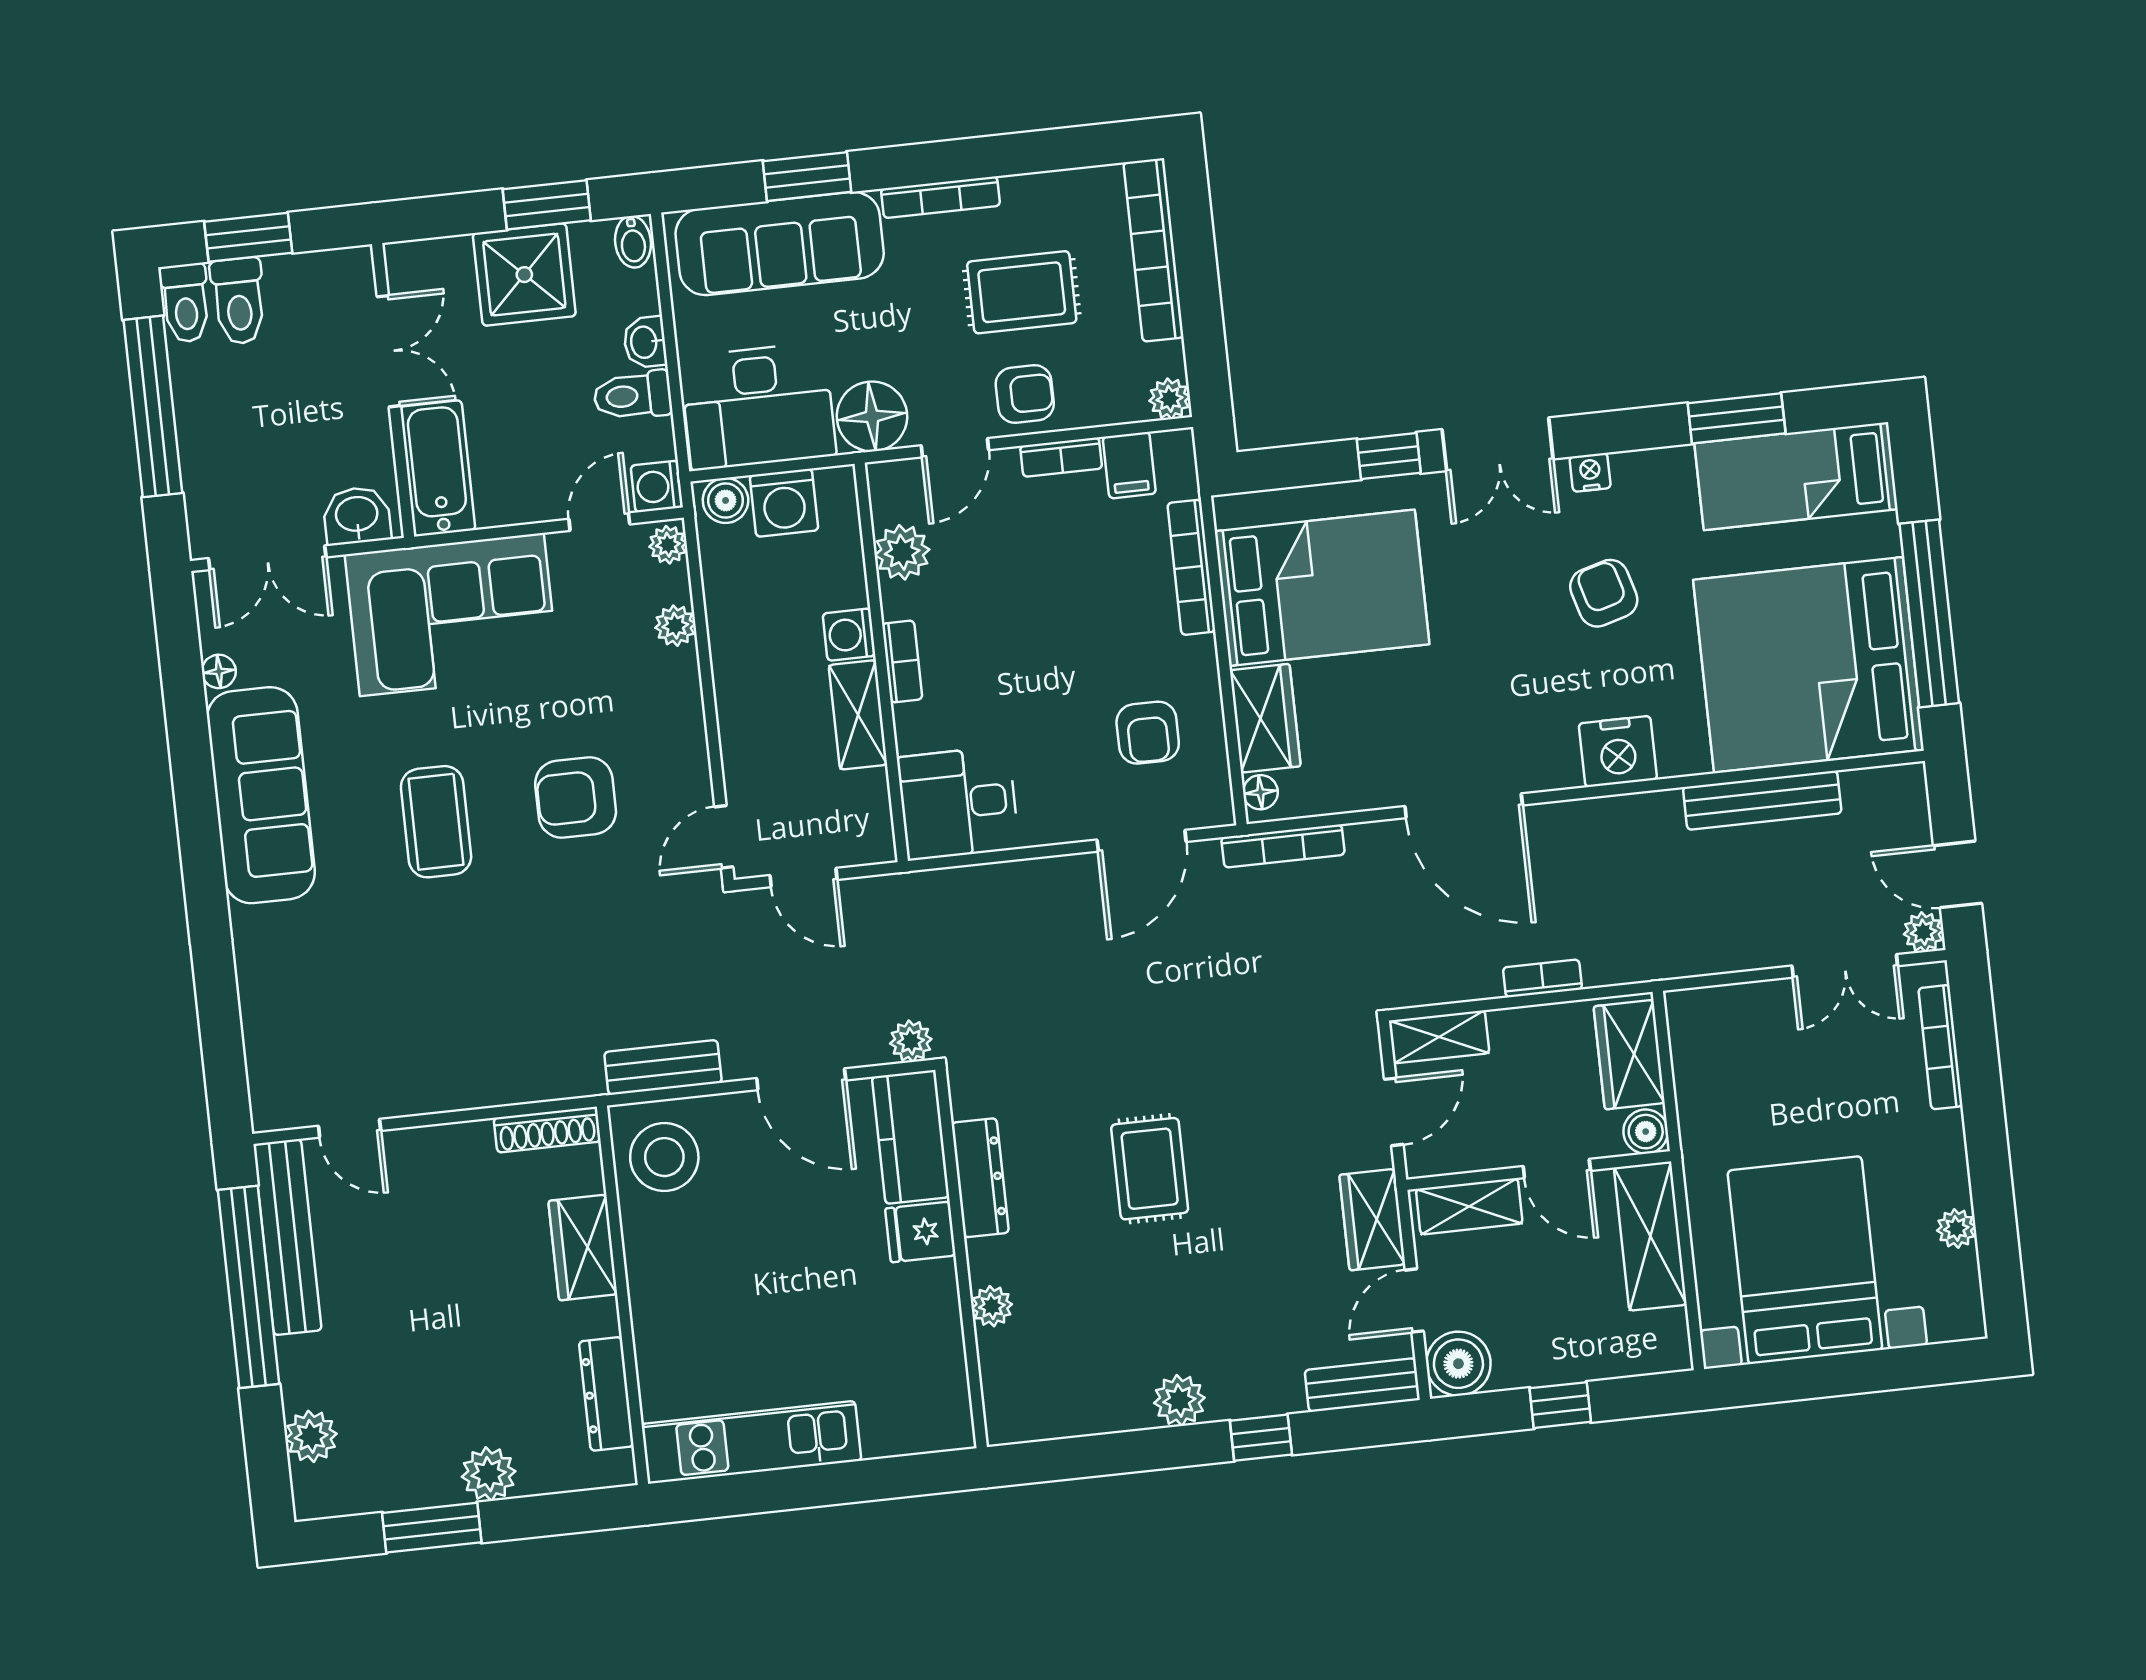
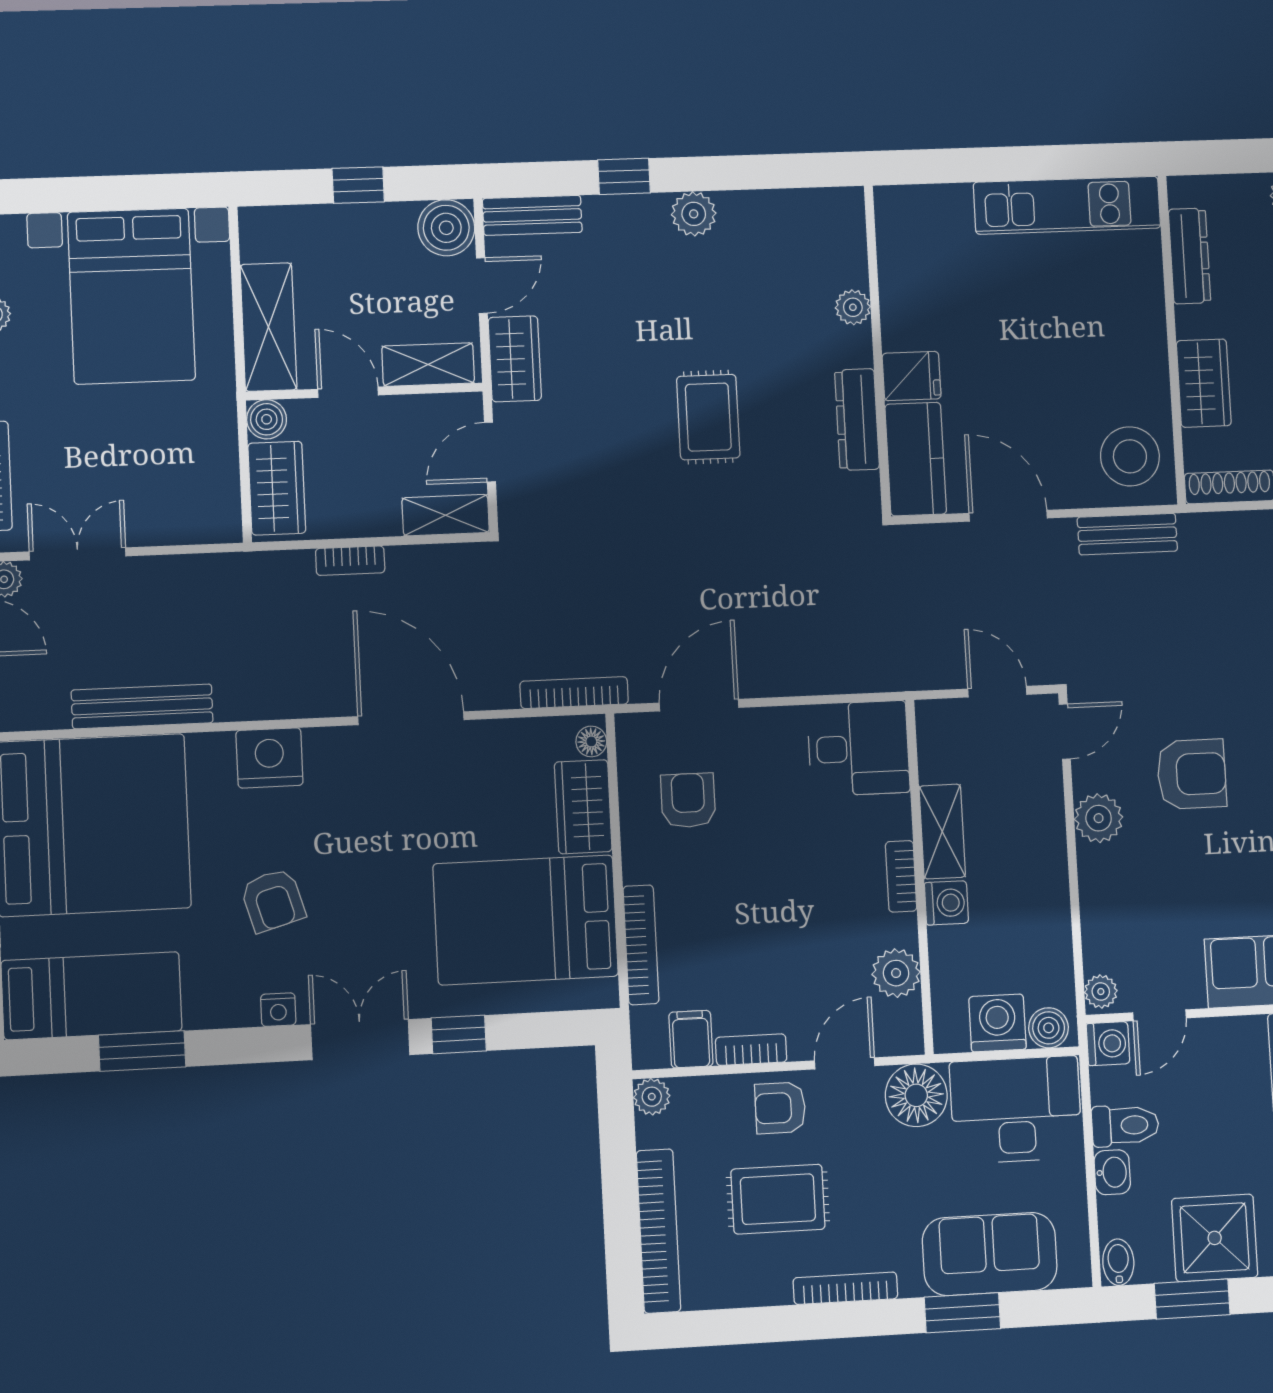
sofa: (780, 244) -> (990, 1254), width x0.73
plant: (675, 626) -> (1099, 818), moved, width x1.38, depth x1.38
plant: (911, 1041) -> (911, 542), removed

